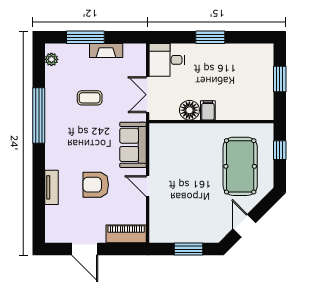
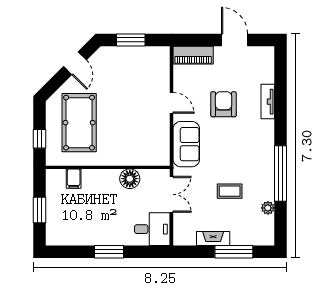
plant: (51, 59) -> (268, 208), moved
filing cabinet: (208, 110) -> (74, 179), moved
armchair: (96, 185) -> (224, 104), turned -90

